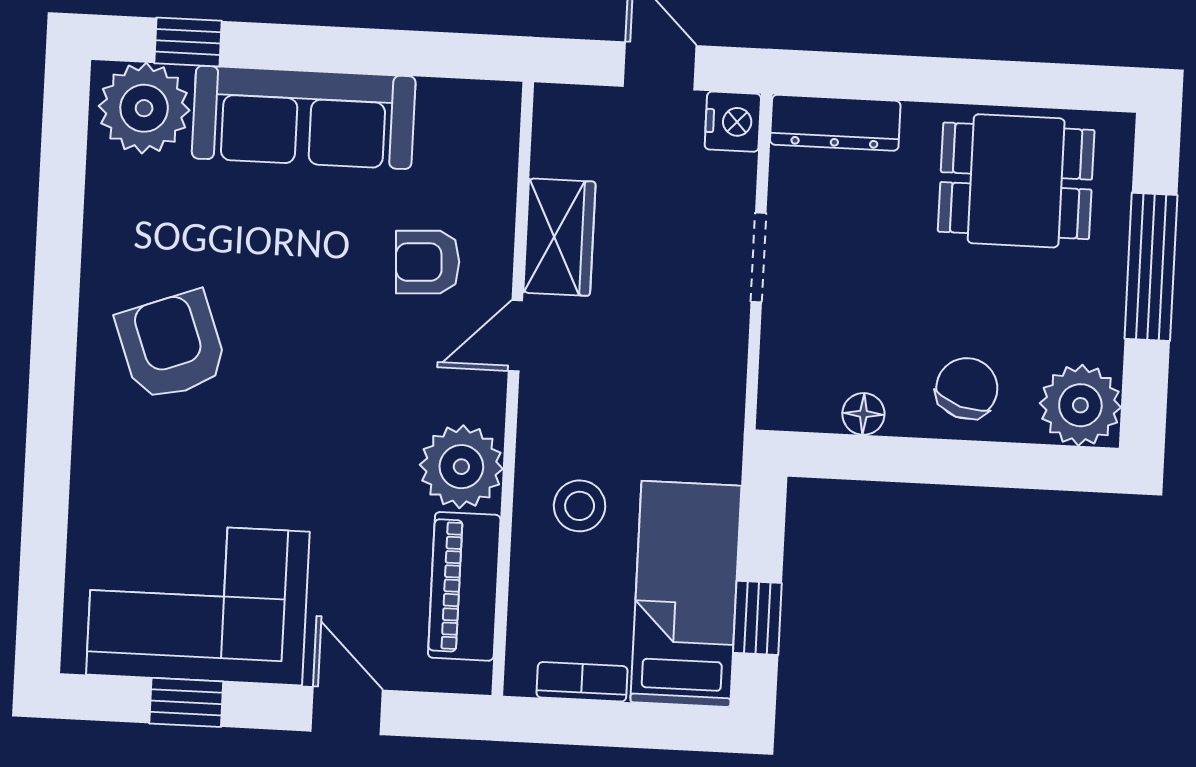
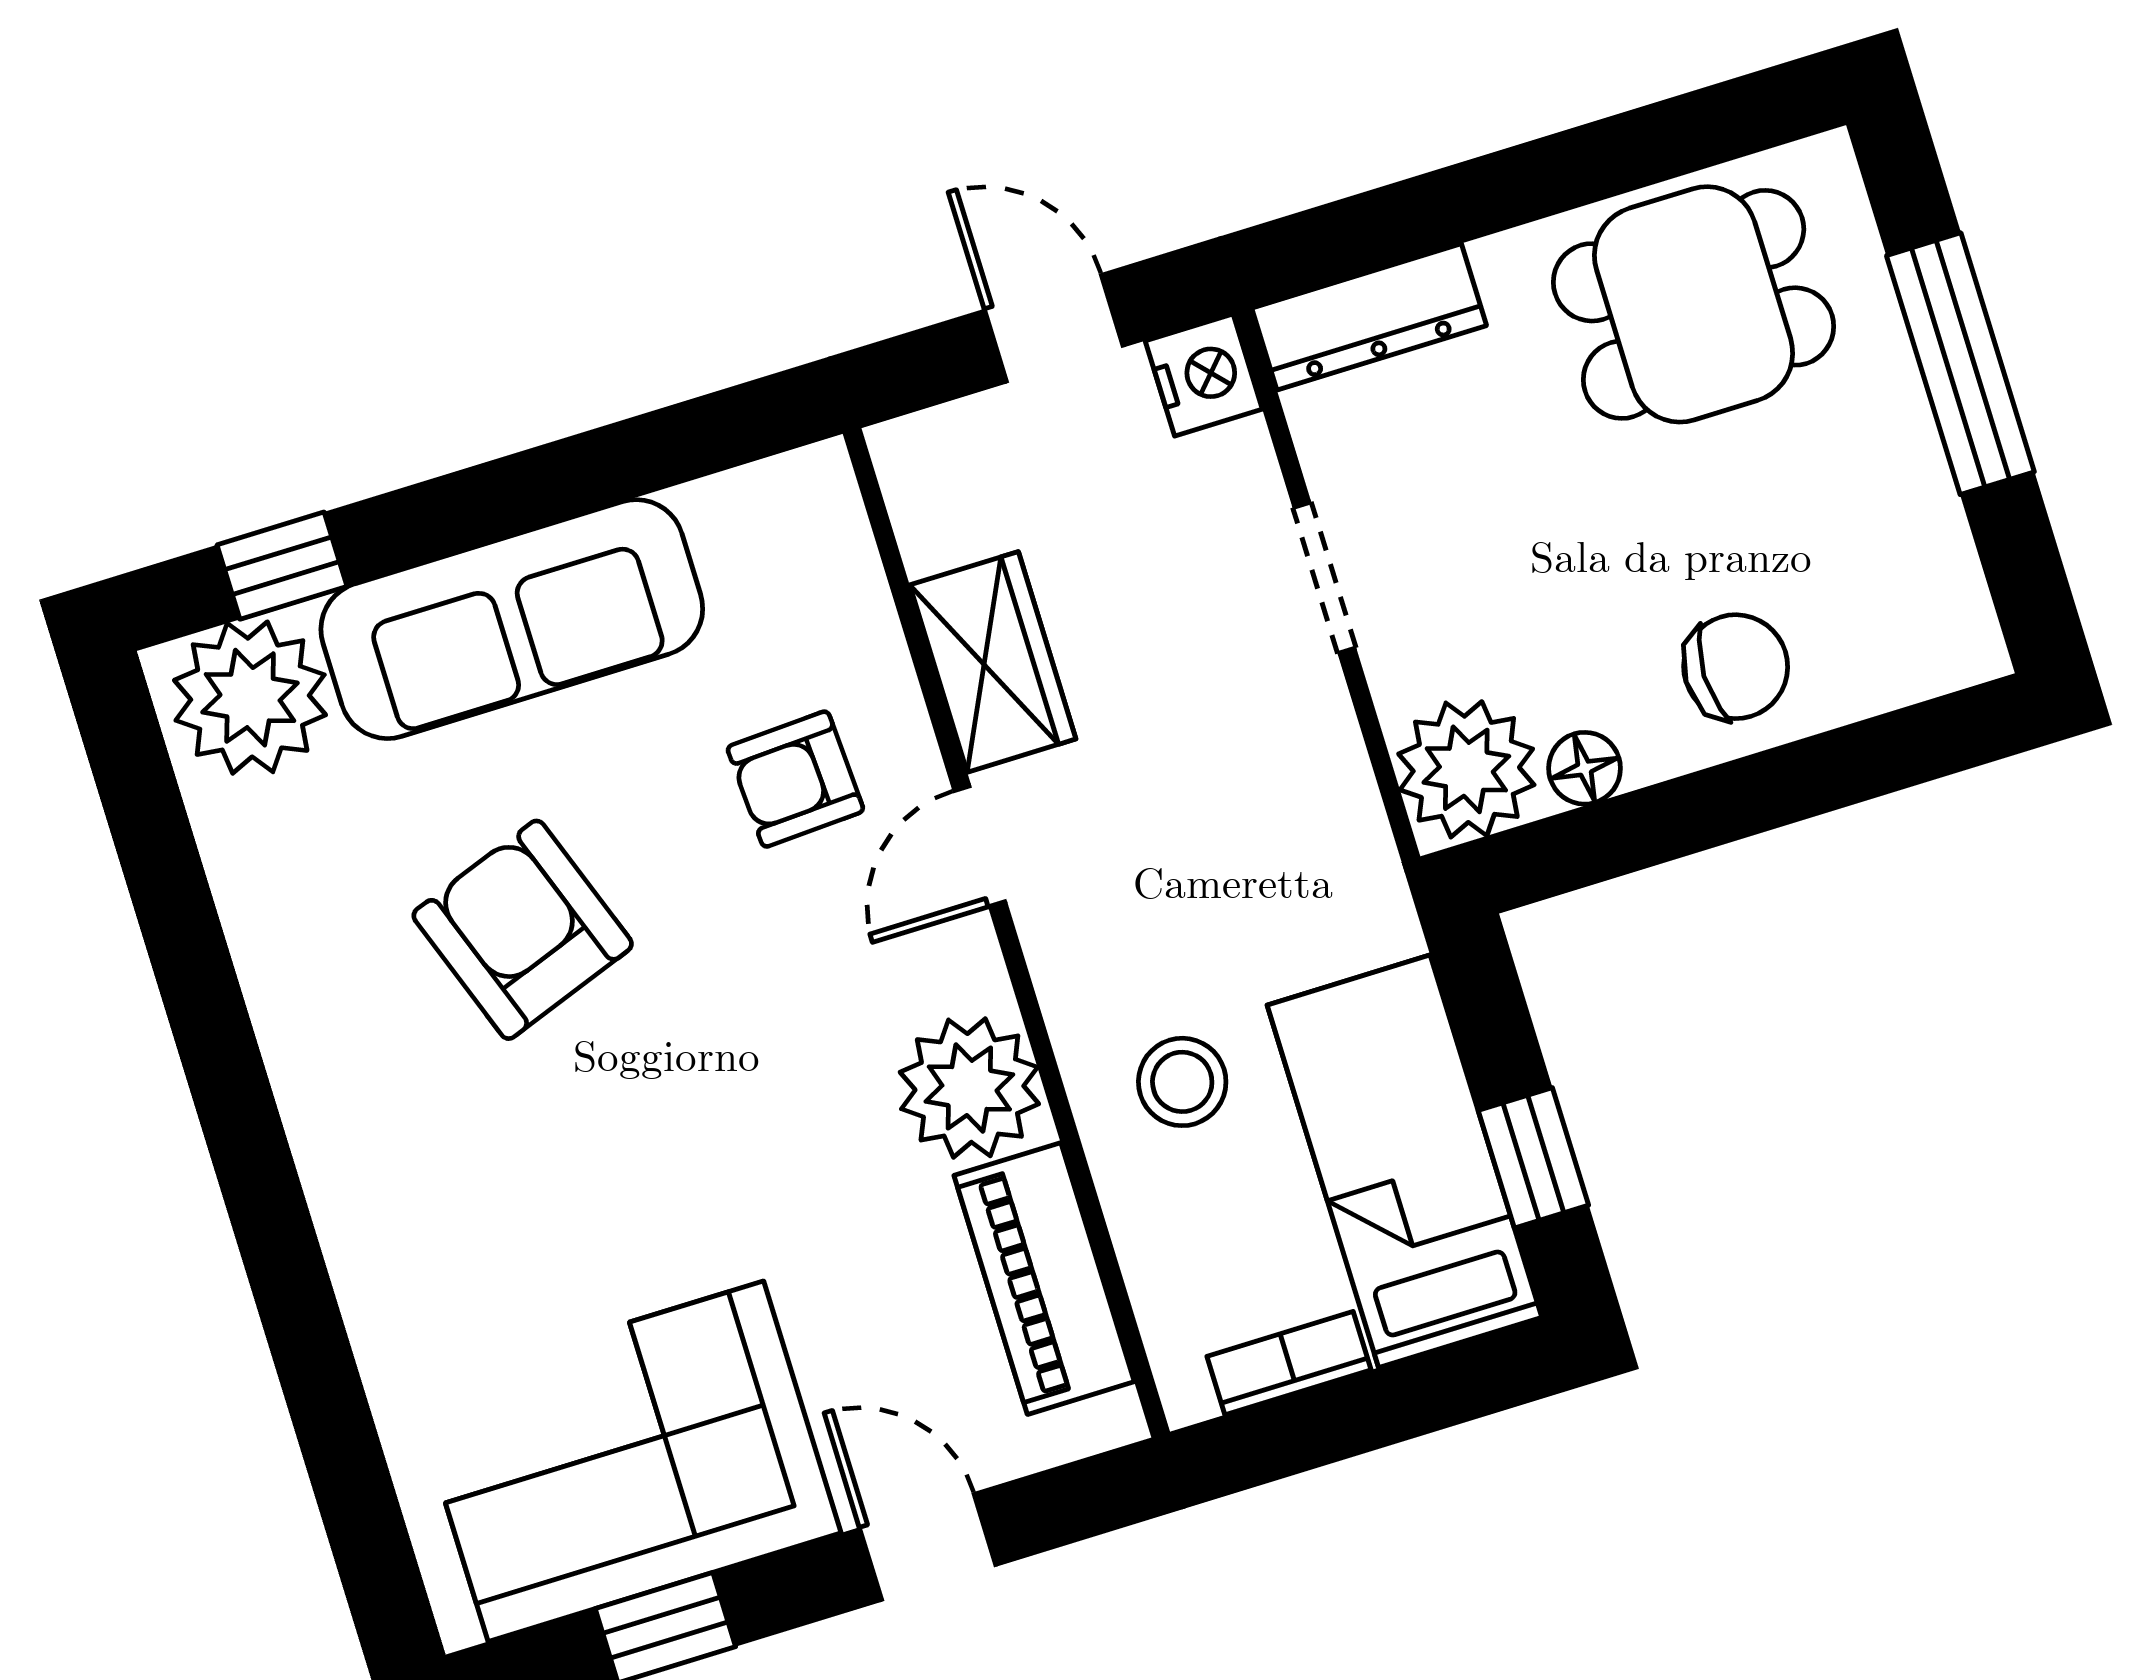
armchair: (172, 346) -> (523, 930), moved
chair: (967, 388) -> (1736, 667), turned 72
plant: (1080, 405) -> (1466, 769), moved

